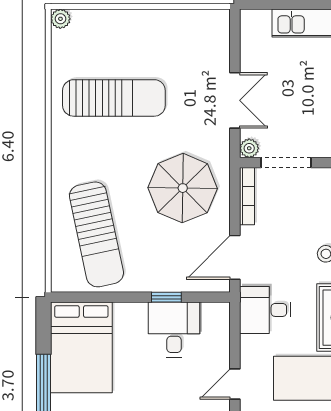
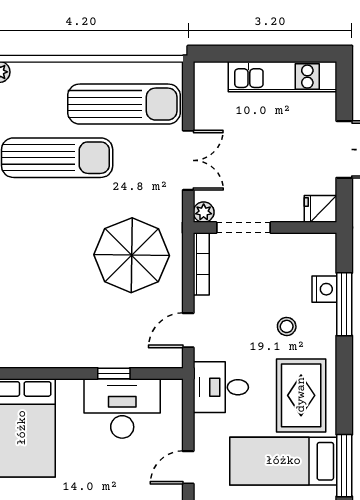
sun lounger: (96, 234) -> (124, 104), moved, turned -78
door: (235, 257) -> (188, 330), width x0.73
desk: (174, 330) -> (122, 408), width x1.37

